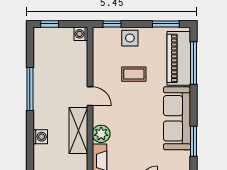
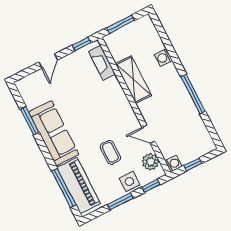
window: (50, 24) -> (193, 164), moved
window: (166, 24) -> (120, 201), moved
coffee table: (134, 74) -> (110, 152), turned 90
door: (90, 96) -> (149, 134), moved
plant: (101, 134) -> (151, 162), moved

